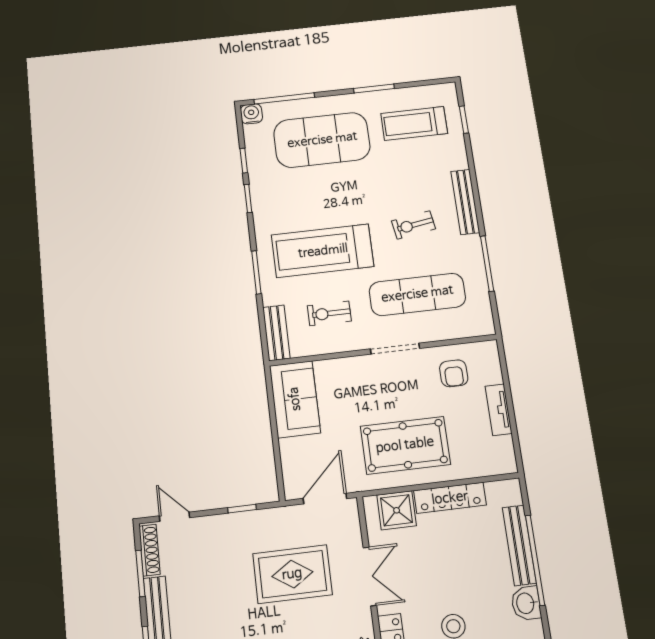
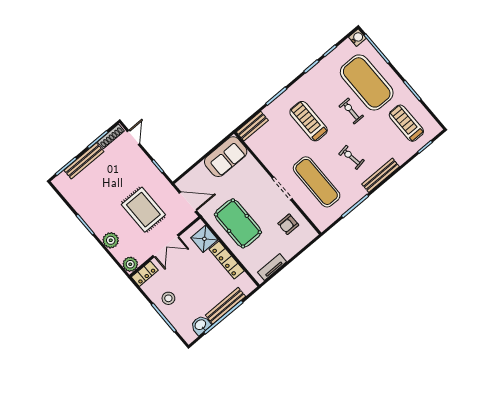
treadmill: (323, 251) -> (309, 121), width x0.73, depth x0.73
exercise bike: (329, 313) -> (351, 111), moved
tv unit: (499, 410) -> (272, 267), moved

